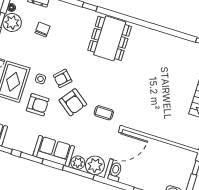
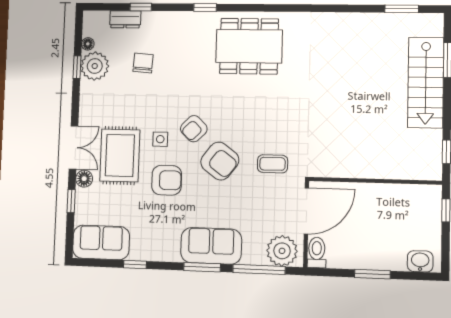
dining table: (110, 38) -> (249, 46), turned 90
window: (32, 158) -> (202, 267), moved
plant: (78, 163) -> (254, 254), removed

